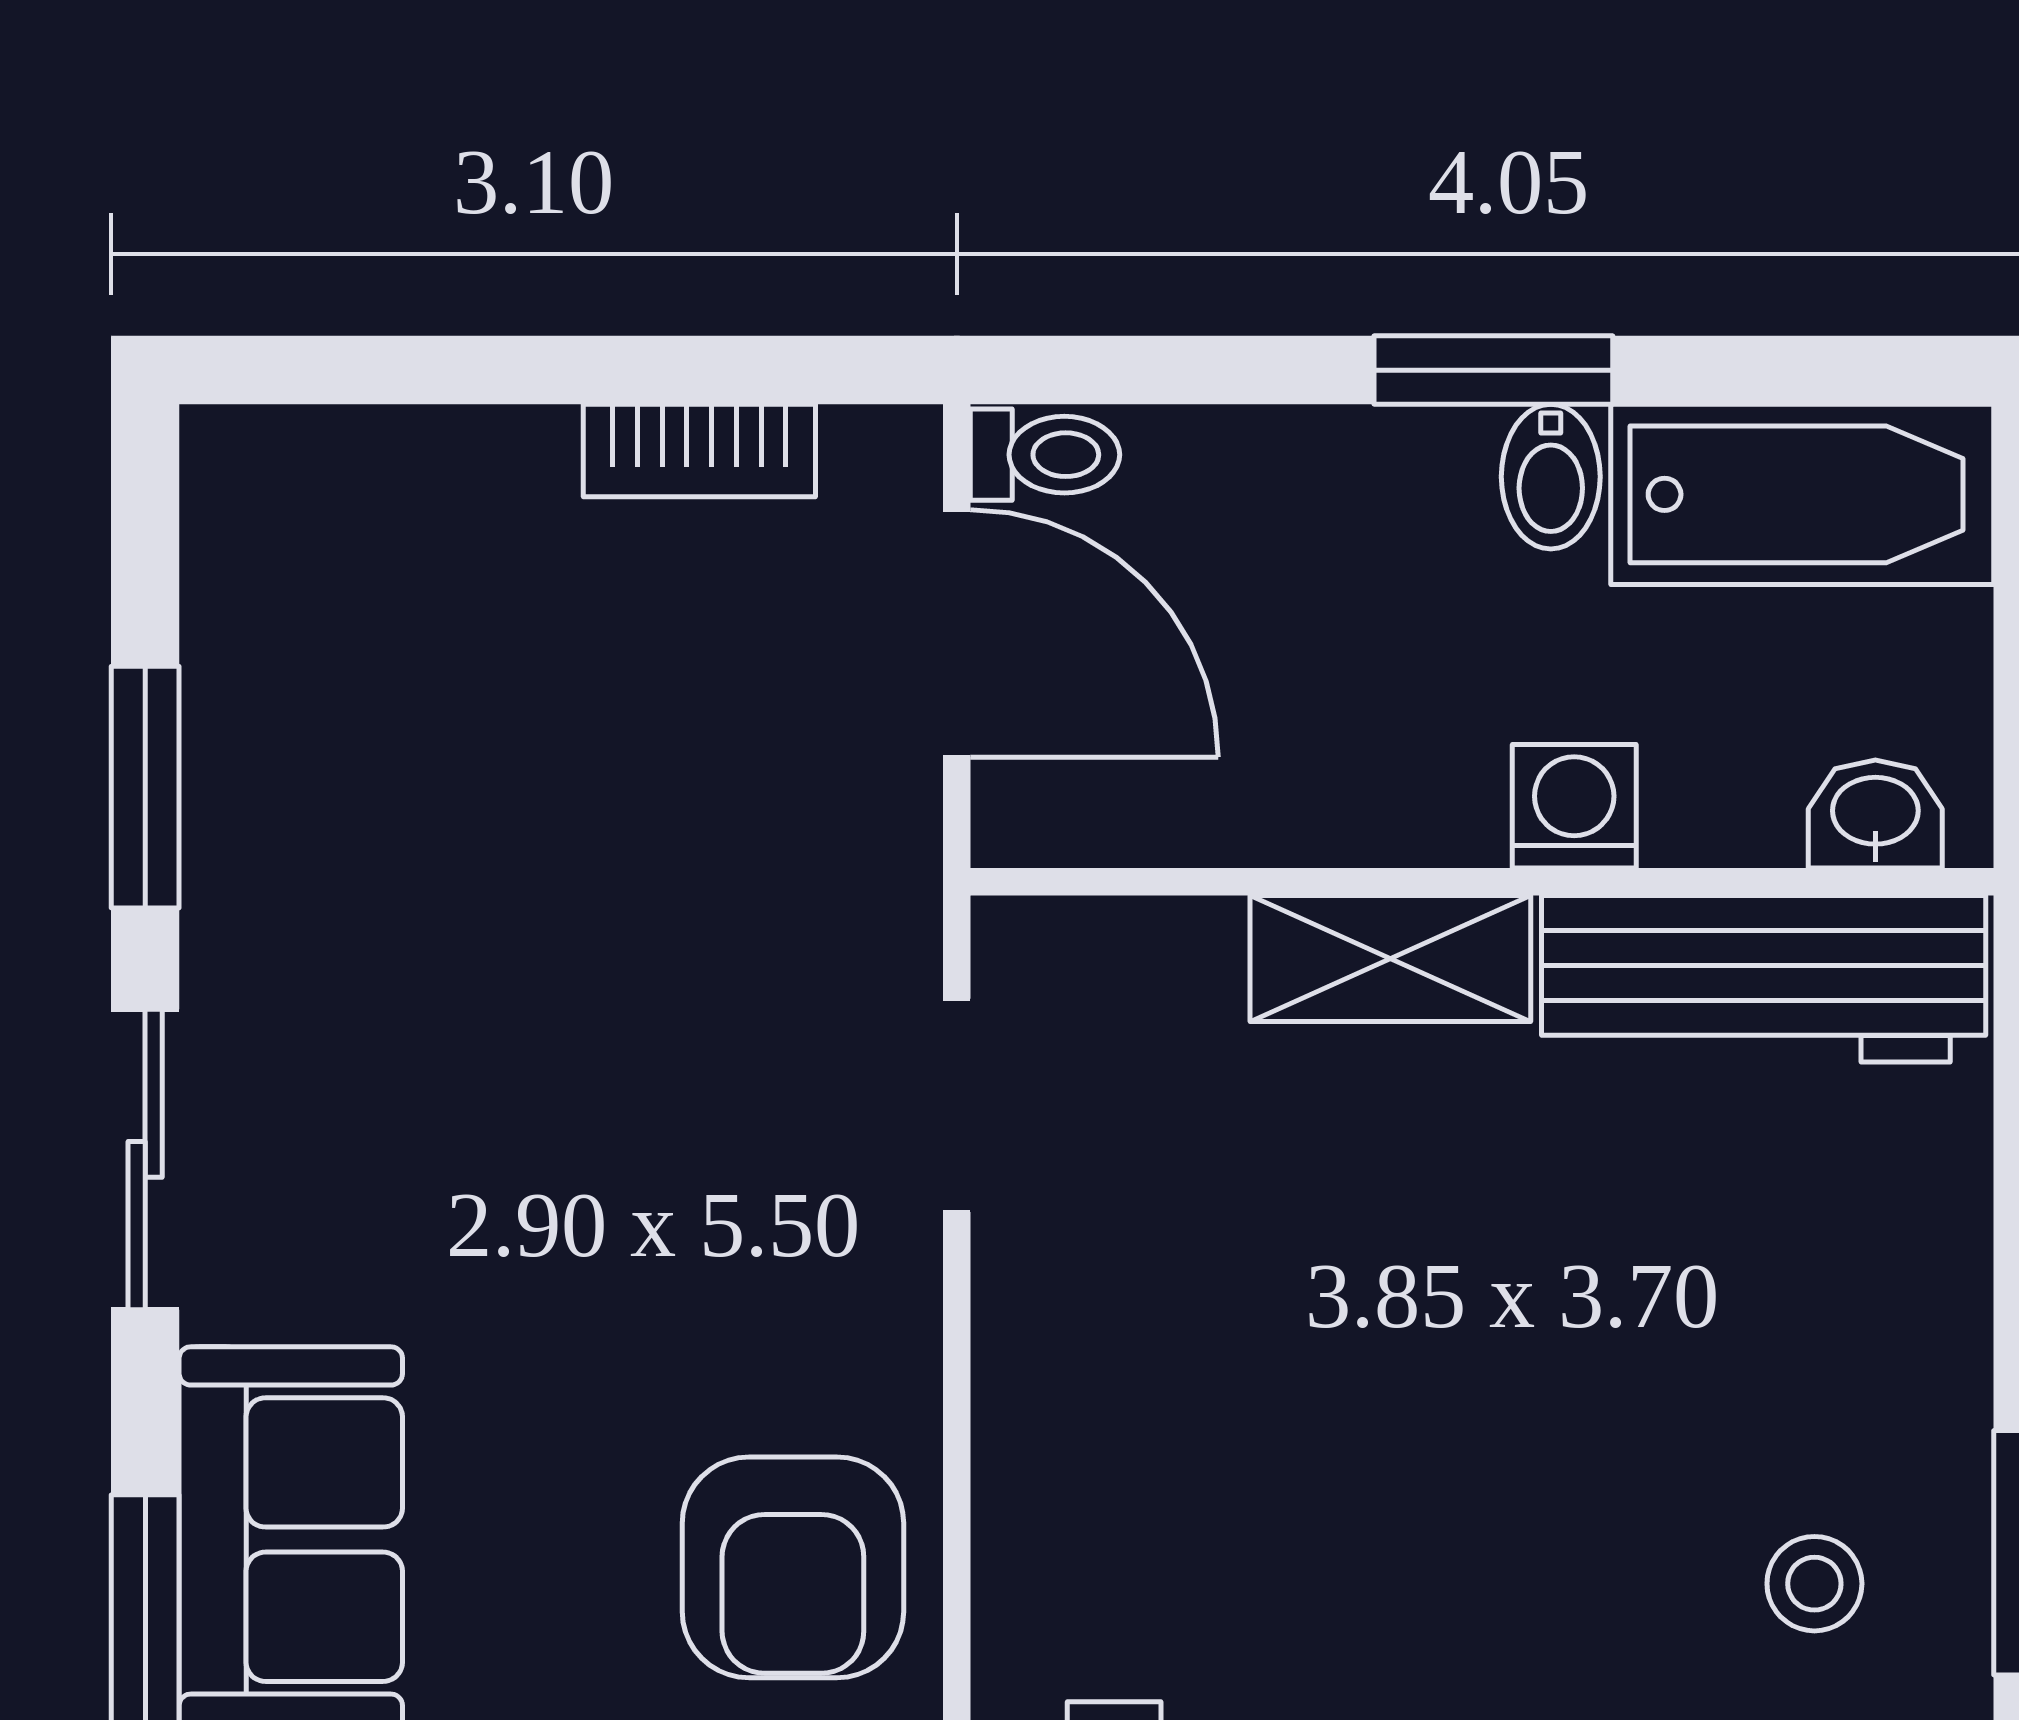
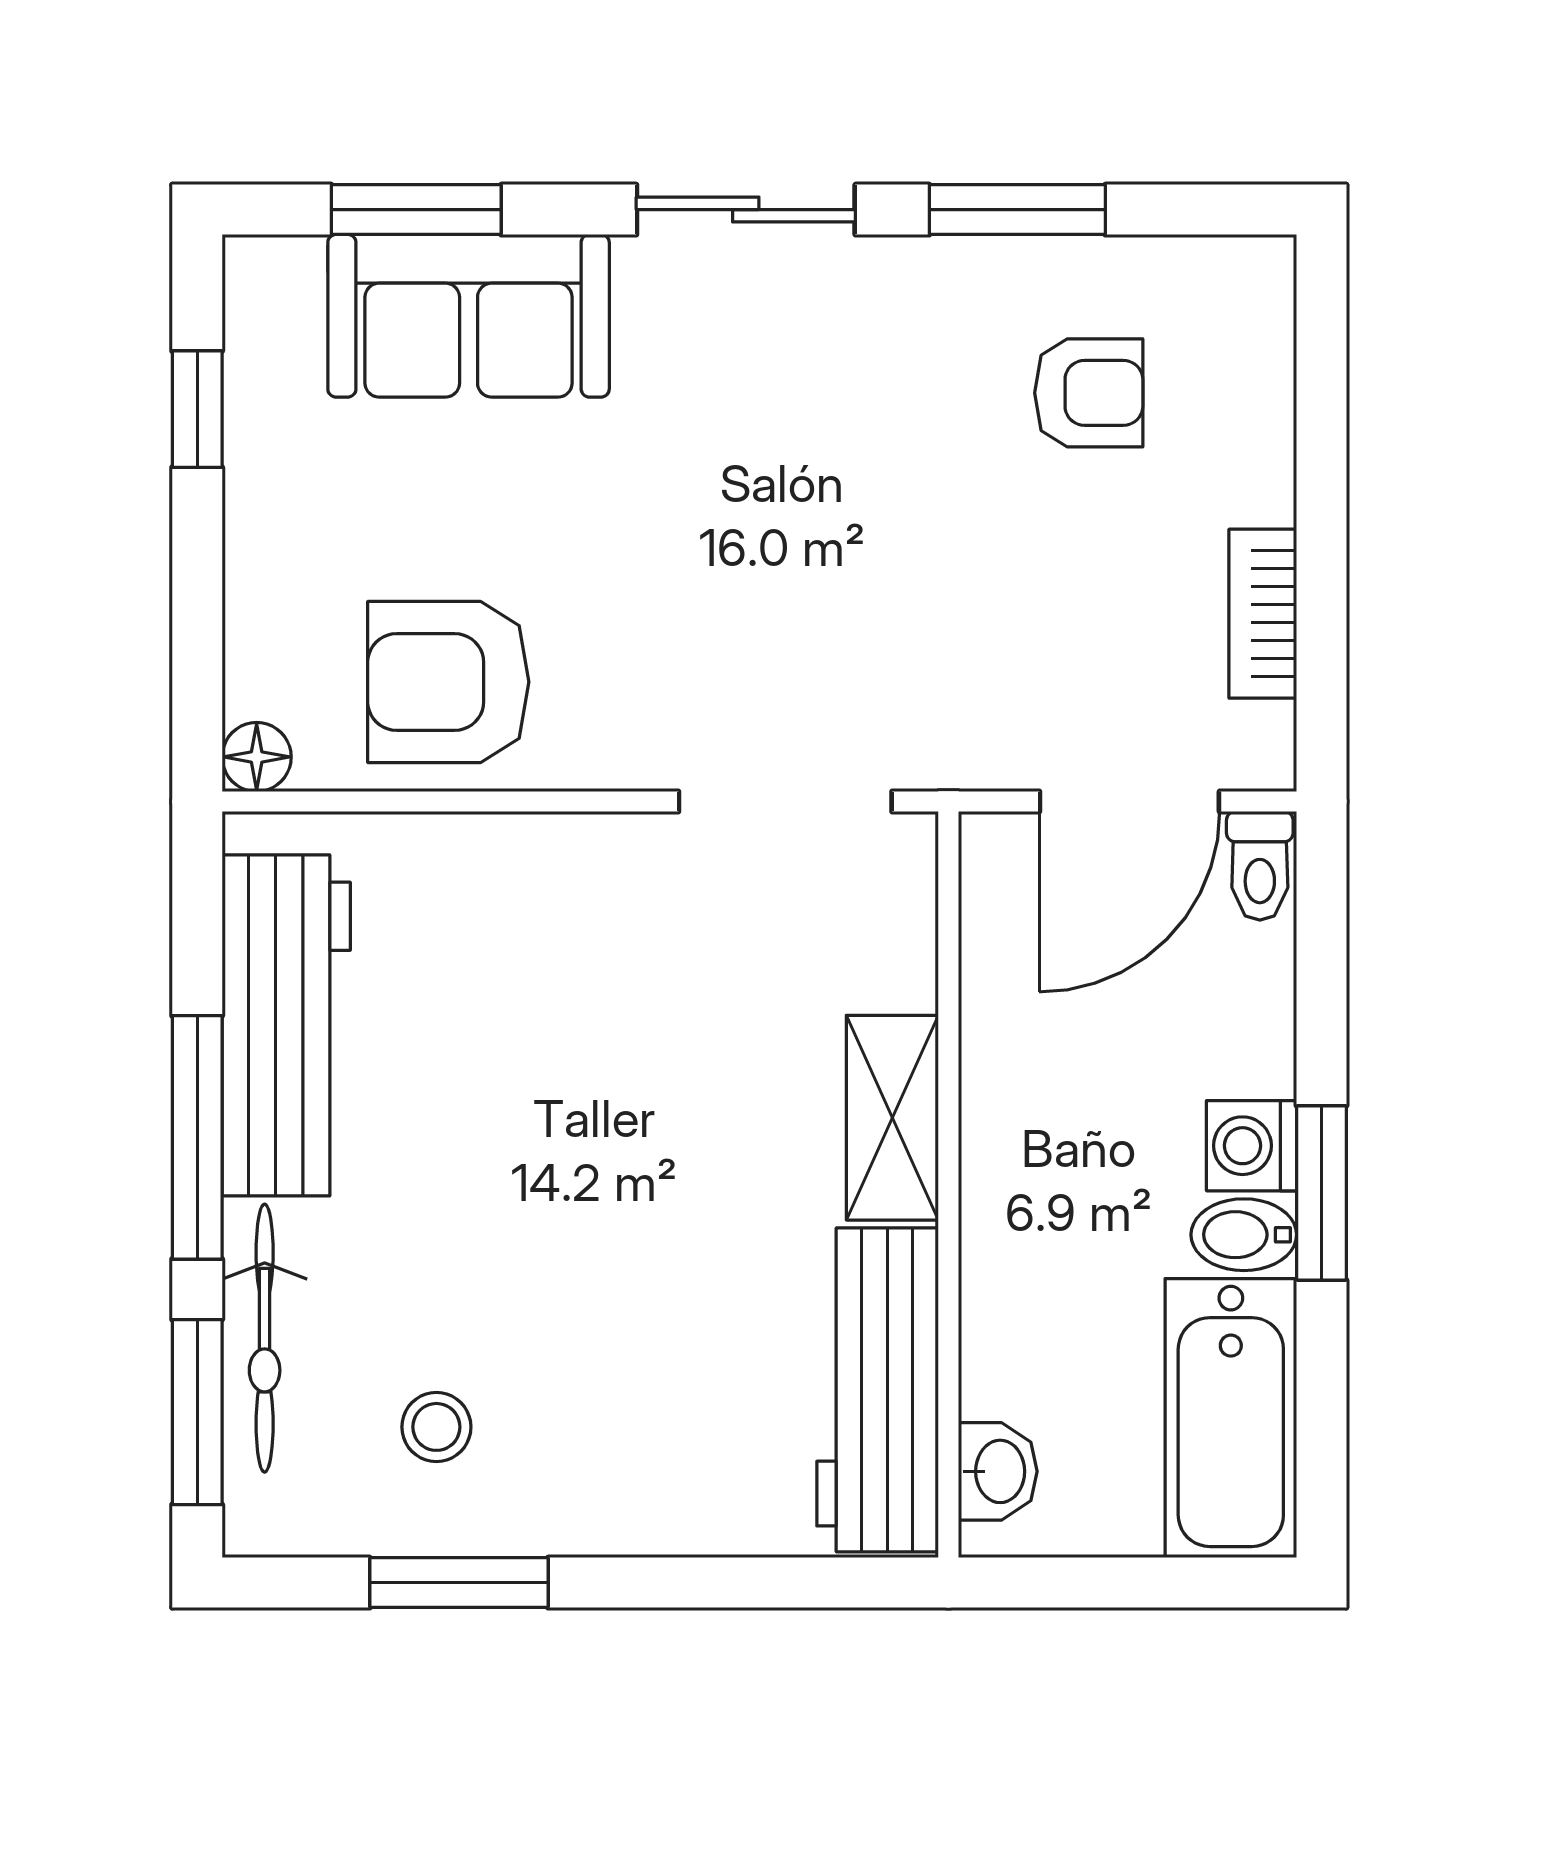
armchair: (397, 689) -> (1089, 393), added
washing machine: (1574, 806) -> (1252, 1146), moved, turned 180
doorway: (957, 1105) -> (785, 802), width x1.38

